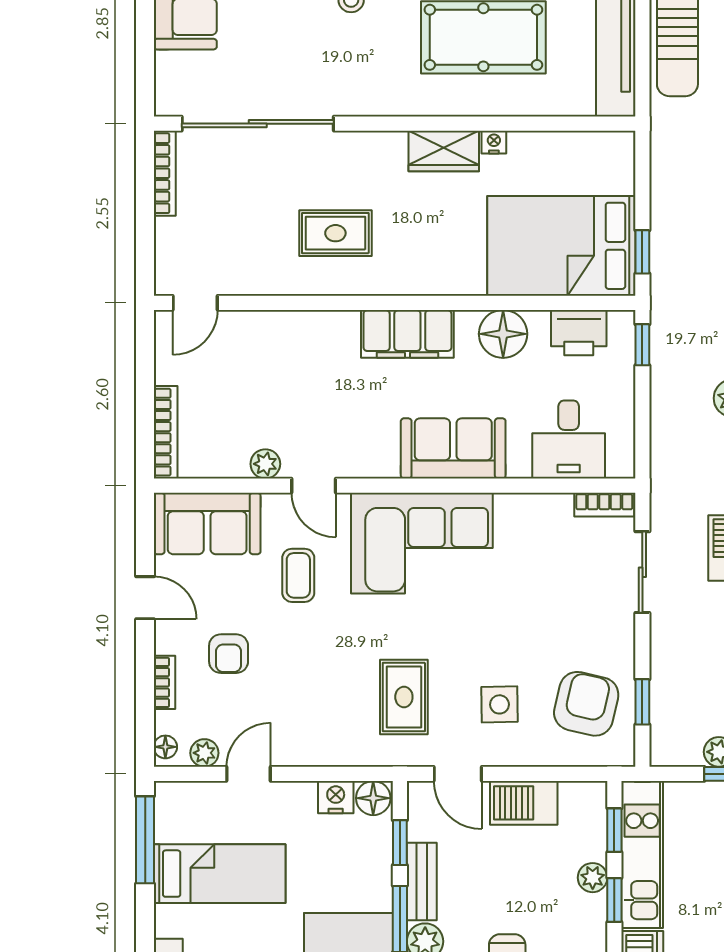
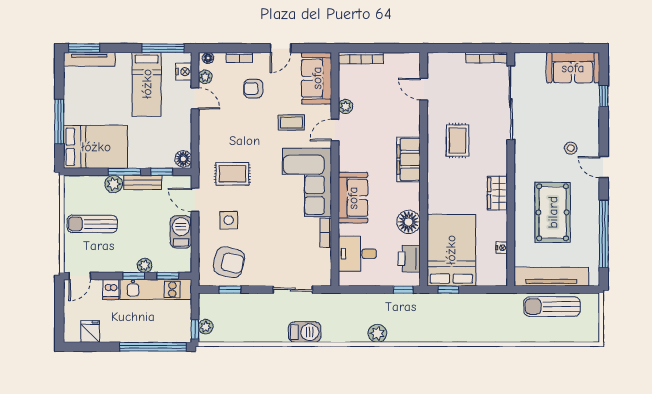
nightstand: (494, 142) -> (502, 248), moved
door: (195, 303) -> (424, 89), moved
filing cabinet: (407, 334) -> (409, 159), moved
bookcase: (604, 505) -> (326, 233), moved
door: (458, 774) -> (195, 200), hinge flipped
nightstand: (336, 797) -> (184, 72), moved

